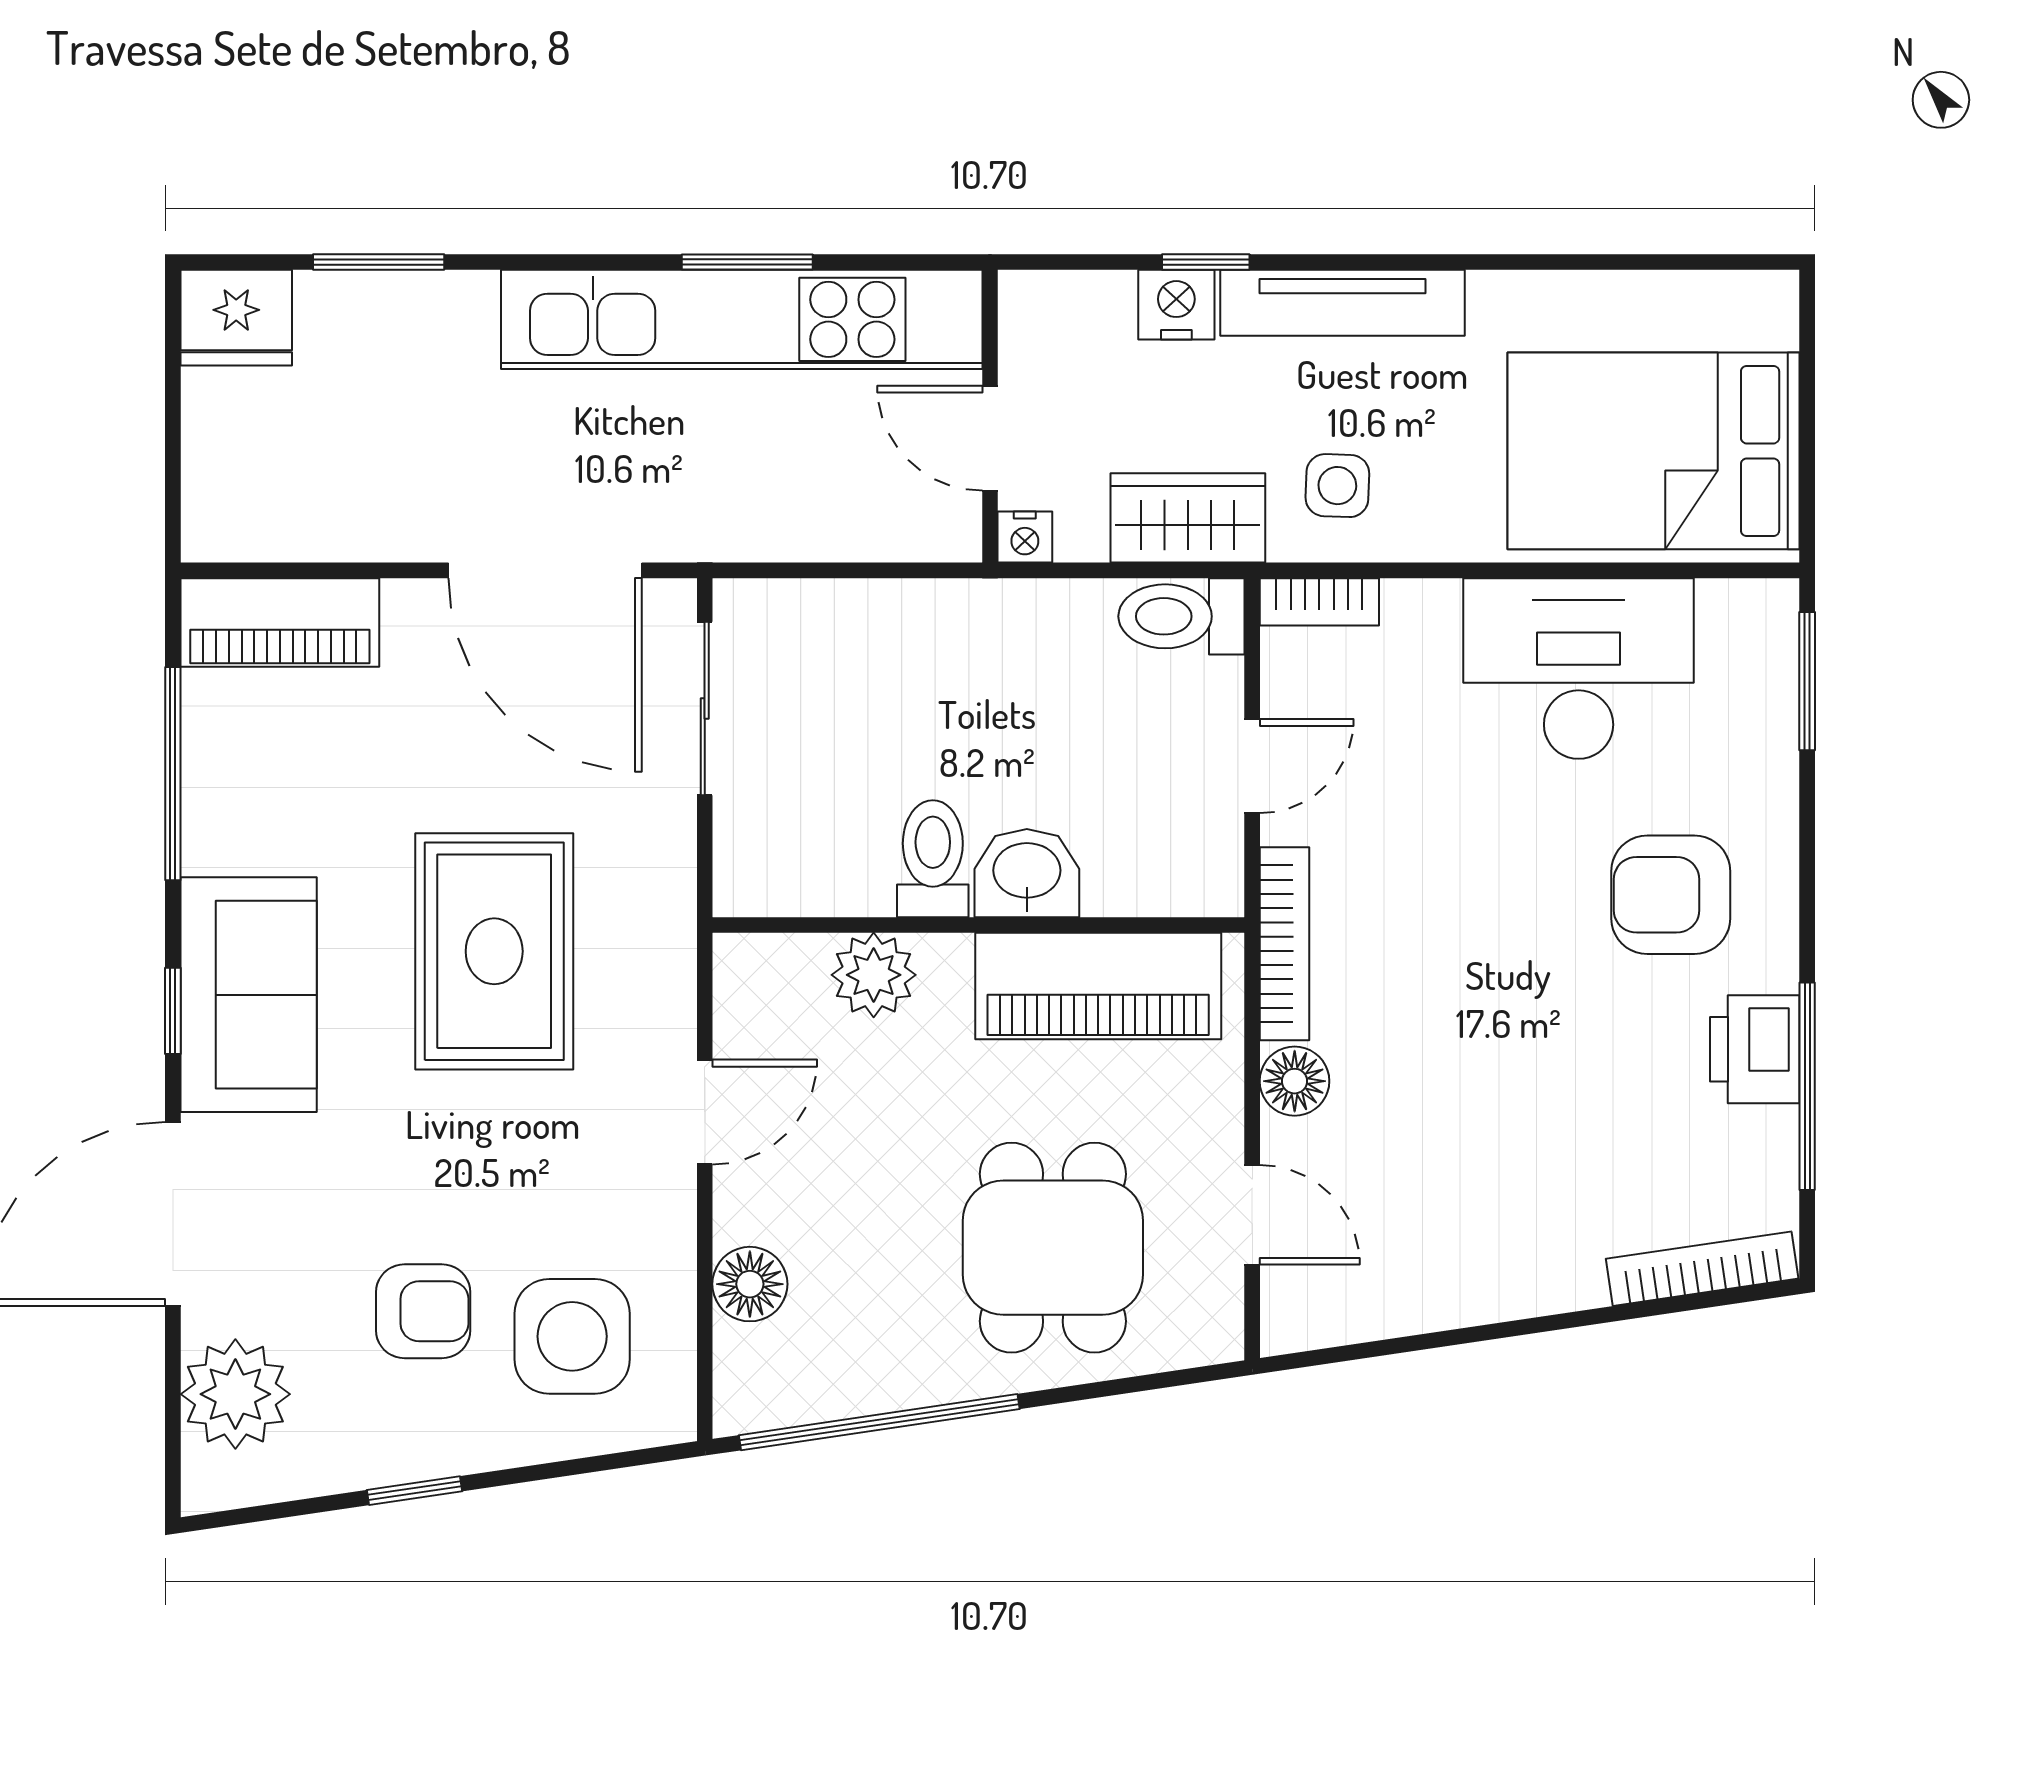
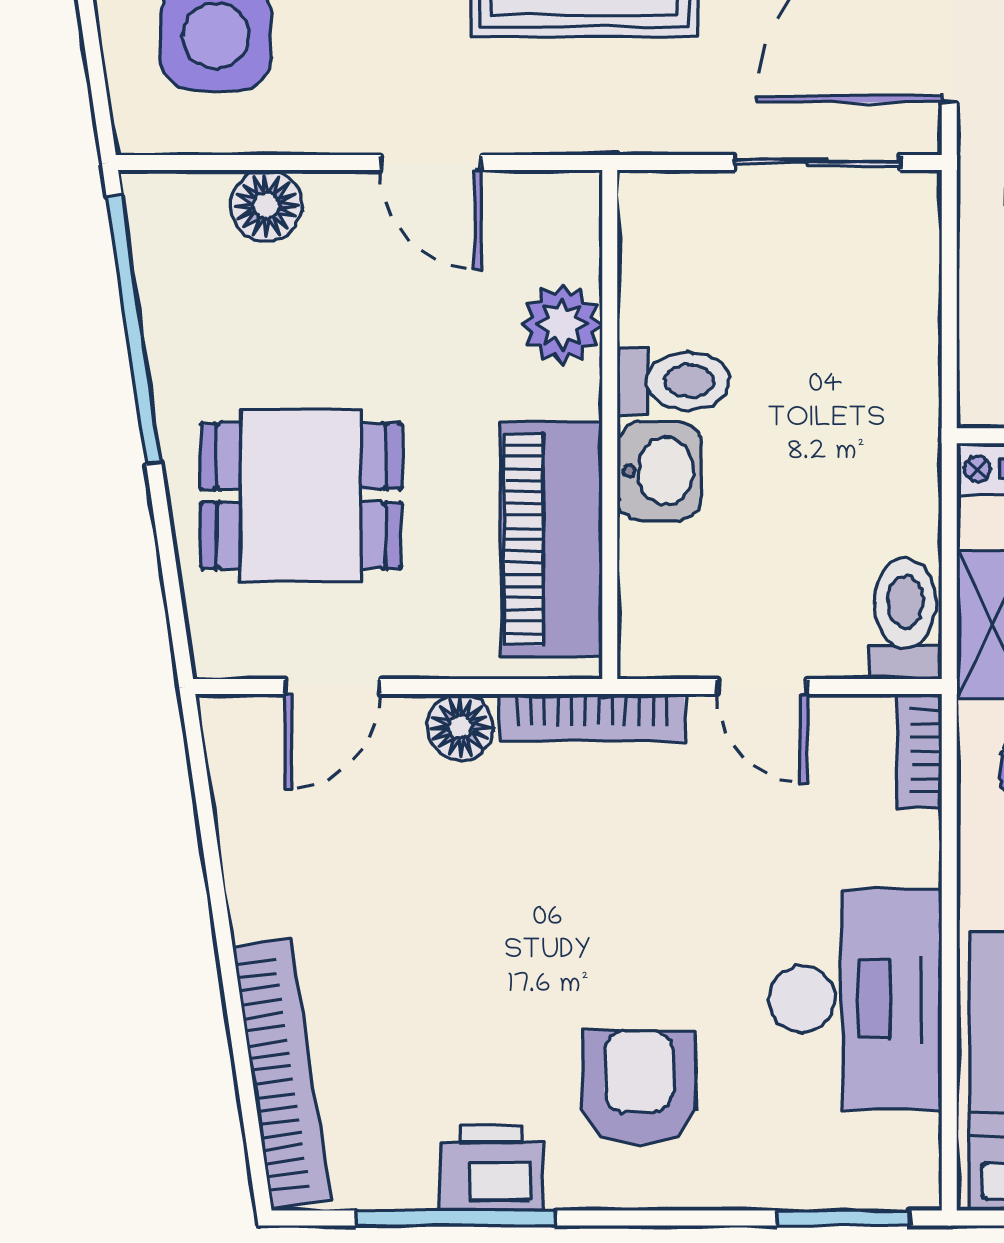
bookcase: (1702, 1269) -> (282, 1074), width x1.48, depth x1.31

